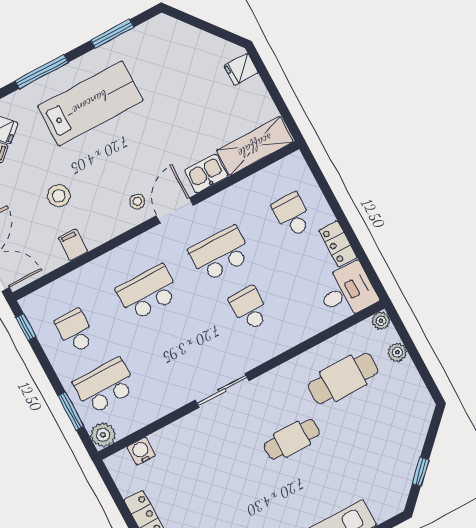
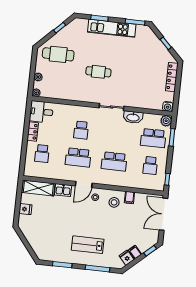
fridge: (241, 69) -> (25, 209), moved
lab bench: (90, 103) -> (88, 245), width x0.73, depth x0.72
stool: (59, 196) -> (114, 202), moved
cafe table: (343, 378) -> (58, 54), moved
washbasin: (169, 399) -> (133, 117), added
water cooler: (141, 451) -> (168, 106), moved

